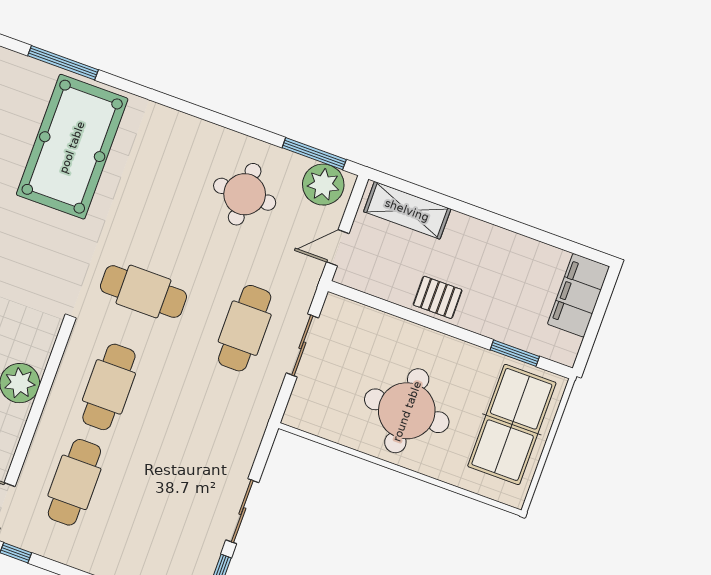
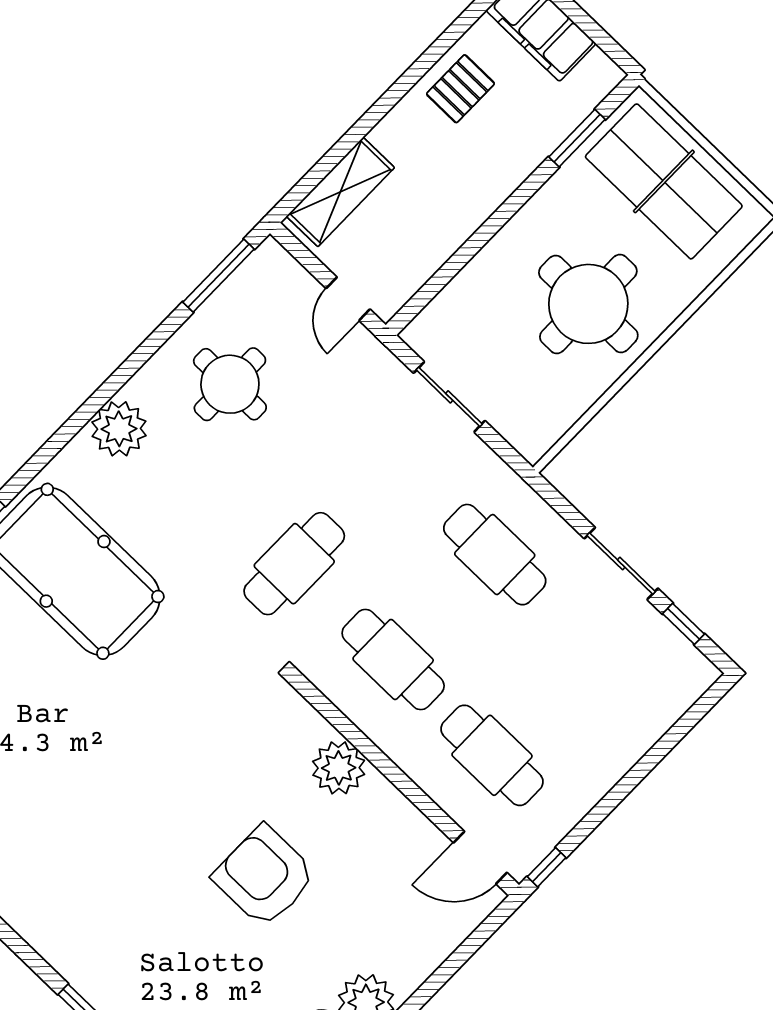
plant: (323, 185) -> (119, 429), moved
pallet: (438, 297) -> (460, 89), moved
cafe table: (245, 328) -> (495, 555), moved

